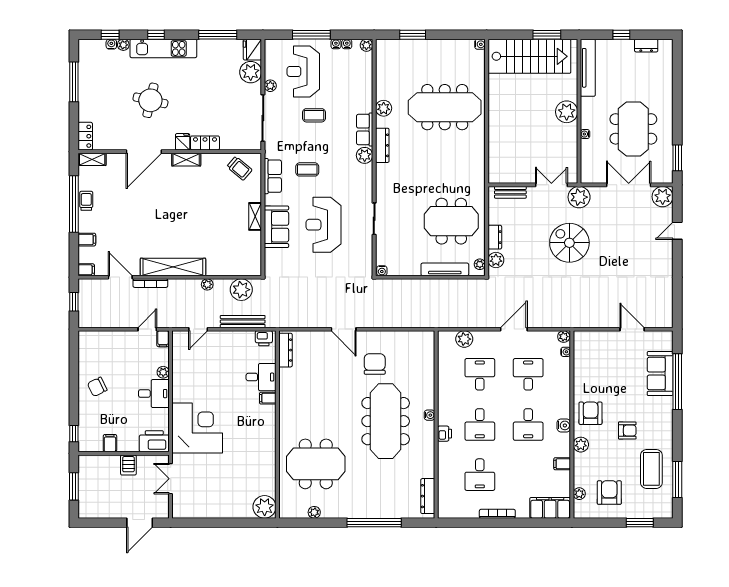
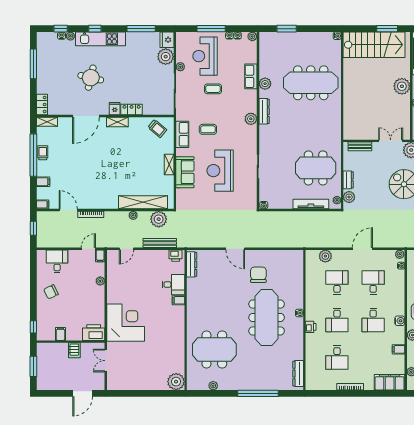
row of seats: (365, 129) -> (251, 76), moved
shelving: (173, 267) -> (143, 202), moved
desk: (154, 394) -> (57, 261), moved, turned -90

